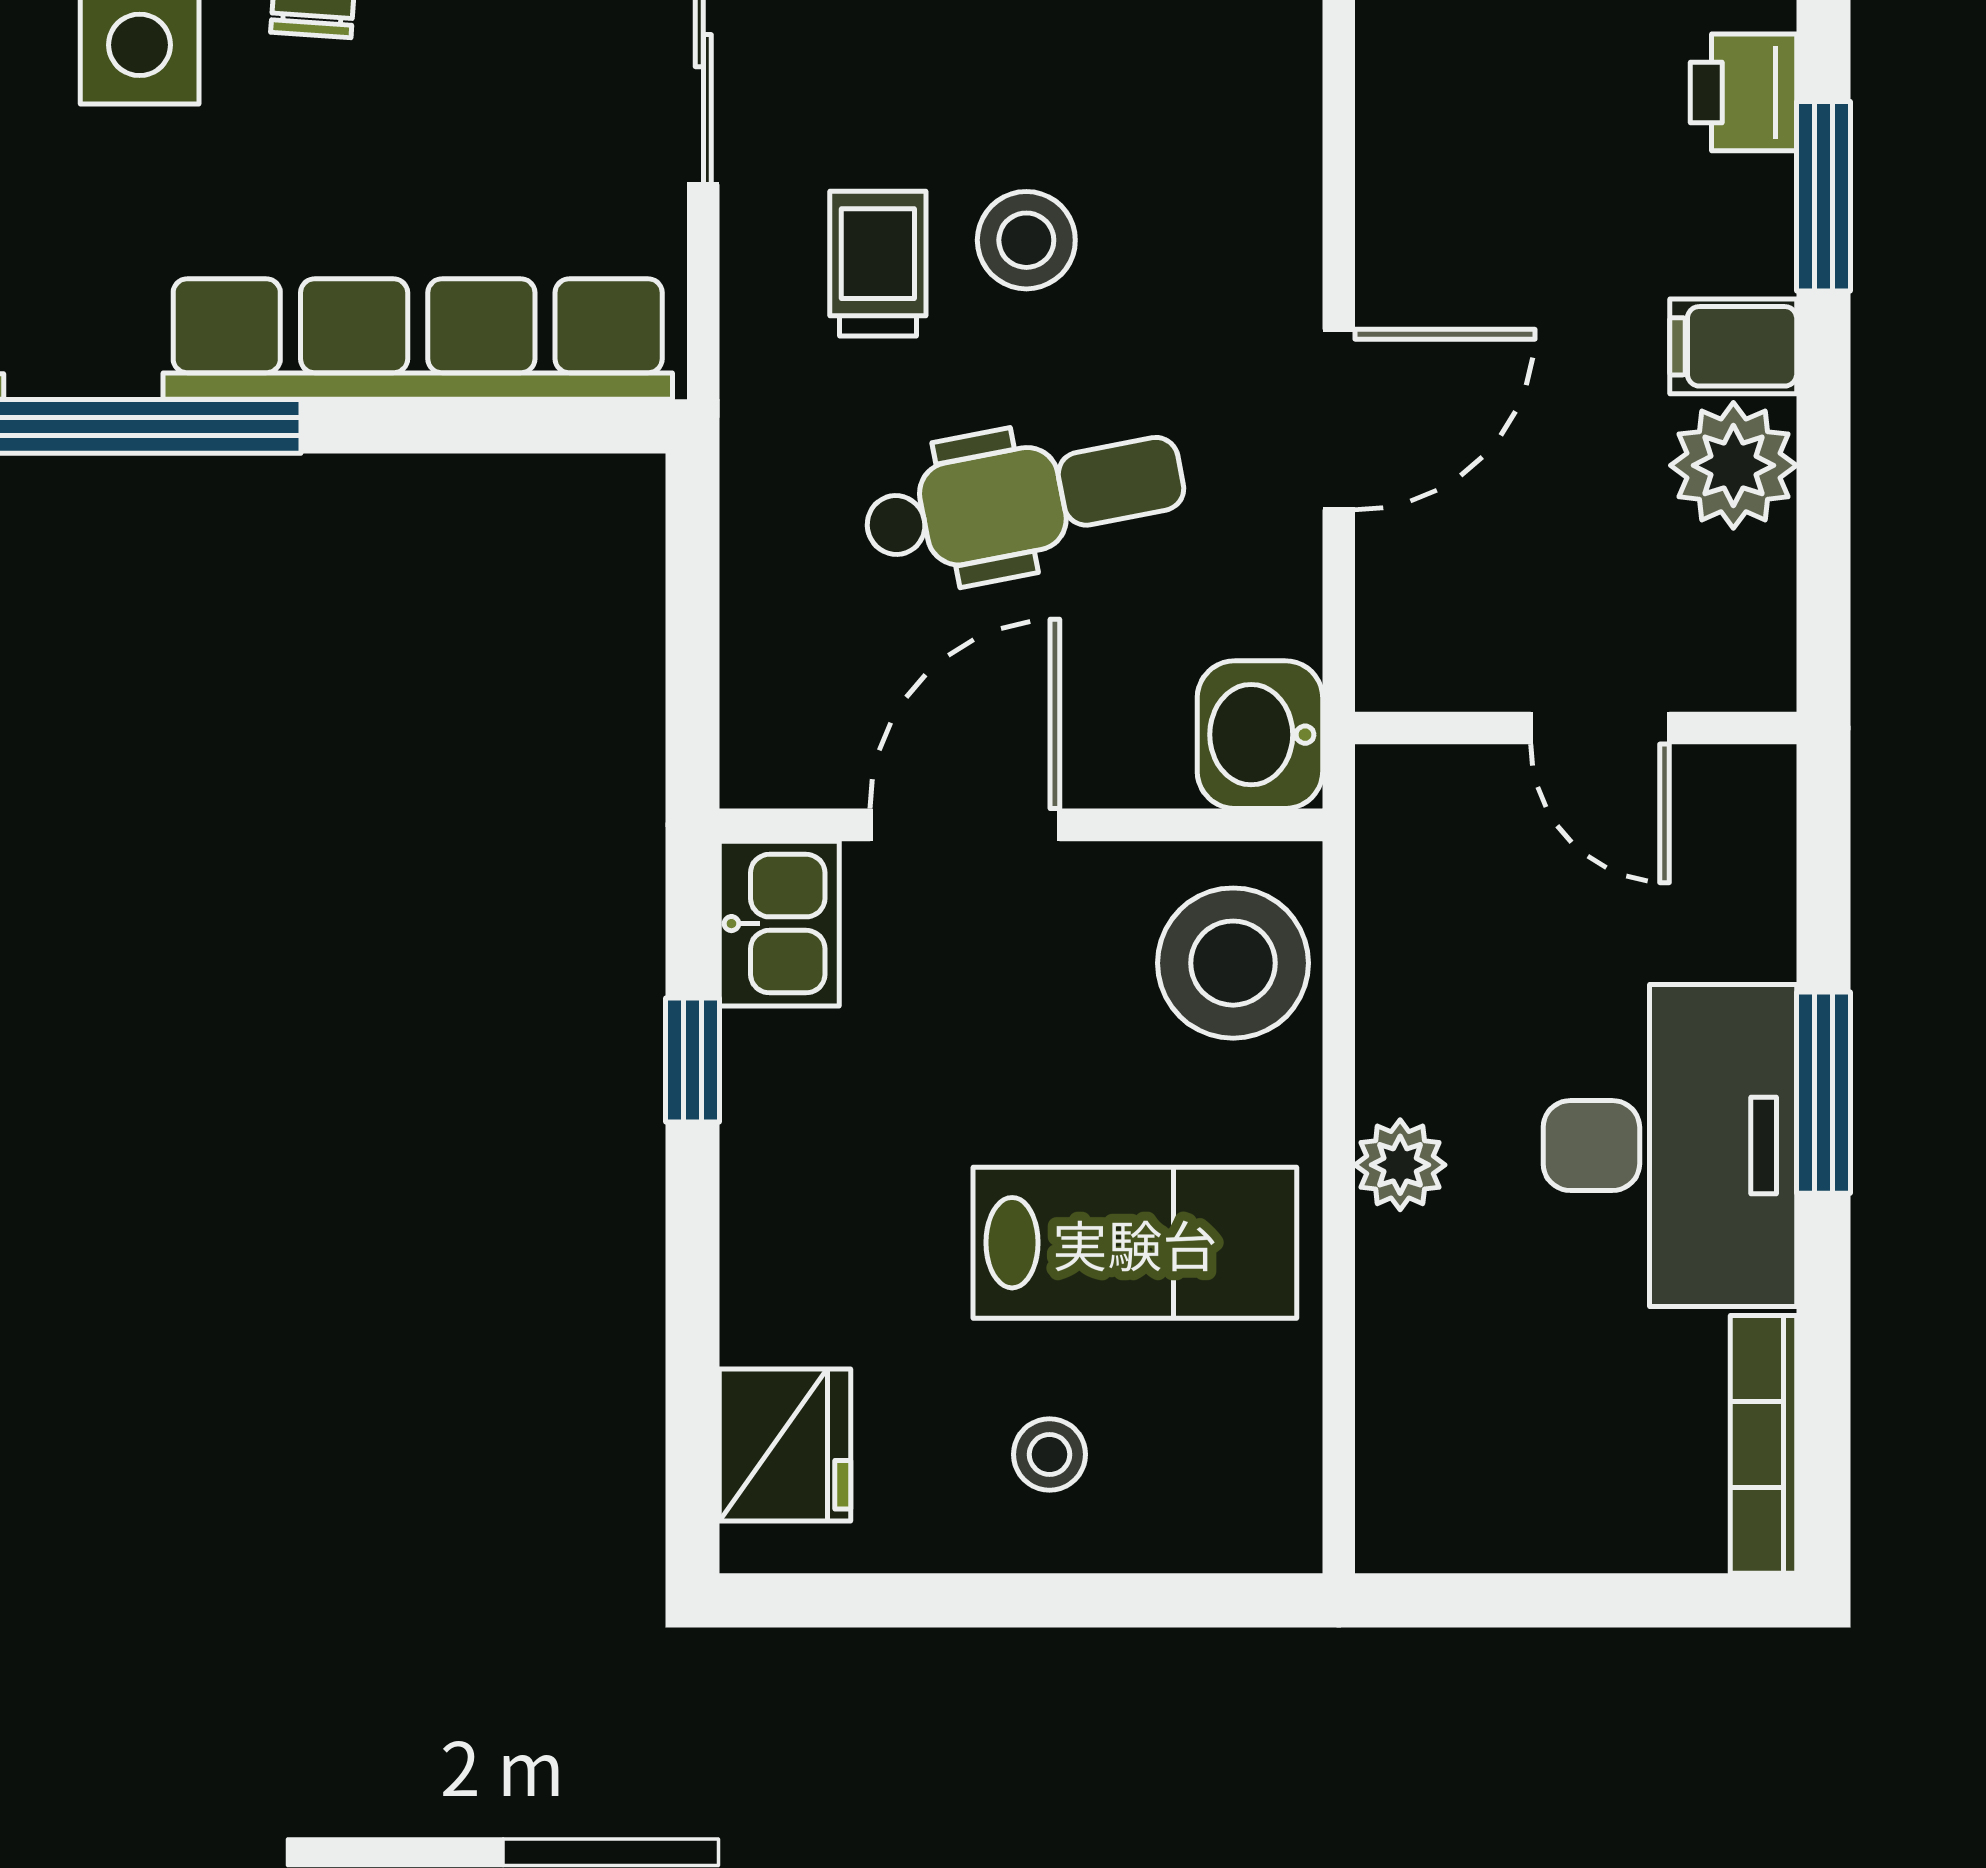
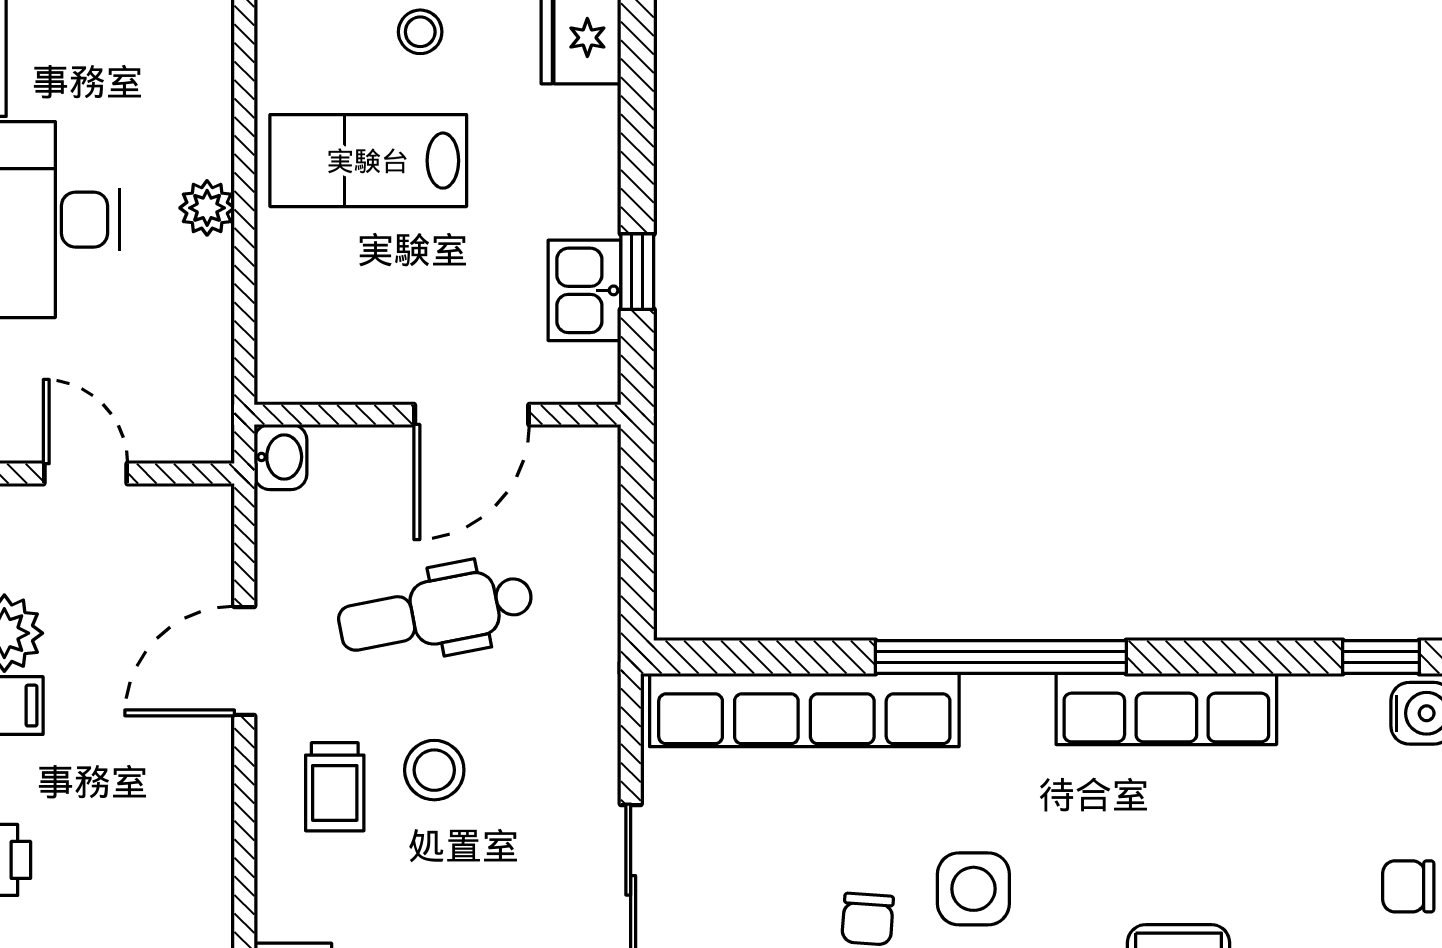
trolley: (878, 264) -> (335, 787), moved
washbasin: (1260, 735) -> (280, 457), width x0.72, depth x0.69
kitchen sink: (779, 924) -> (584, 290), moved
stool: (1233, 963) -> (309, 331), removed

